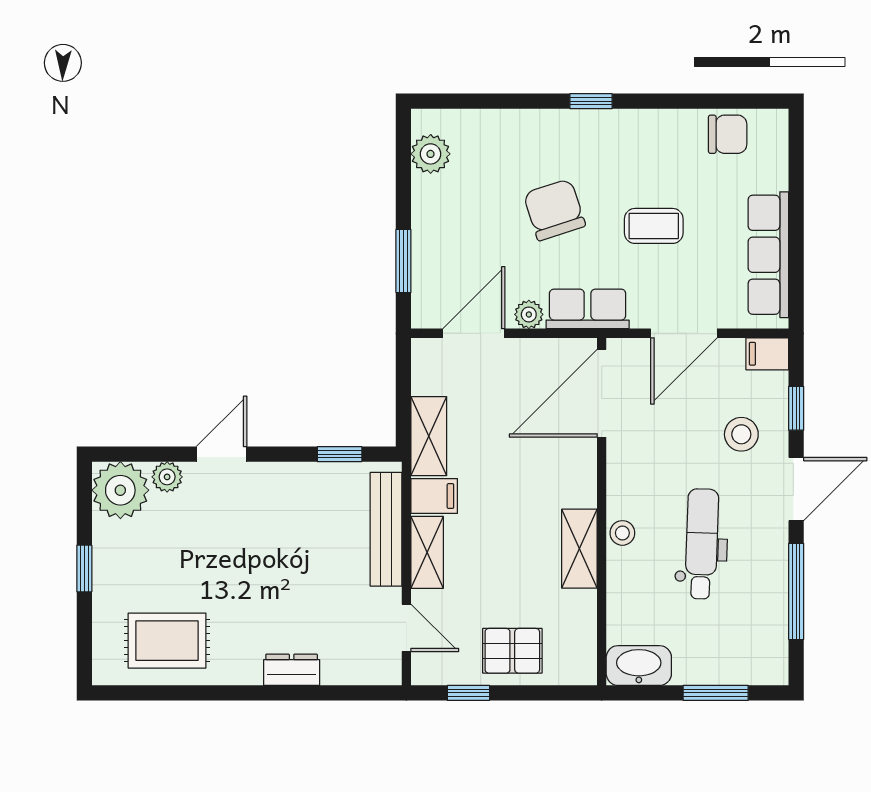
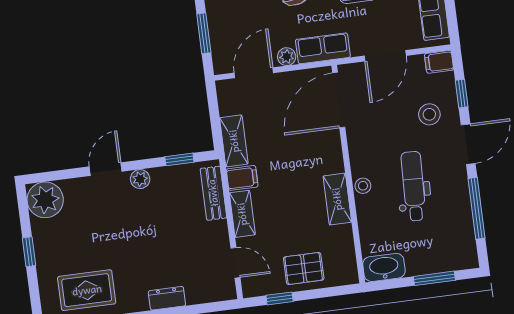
plant: (167, 477) -> (140, 179), moved
bench: (386, 529) -> (213, 193), width x0.73

